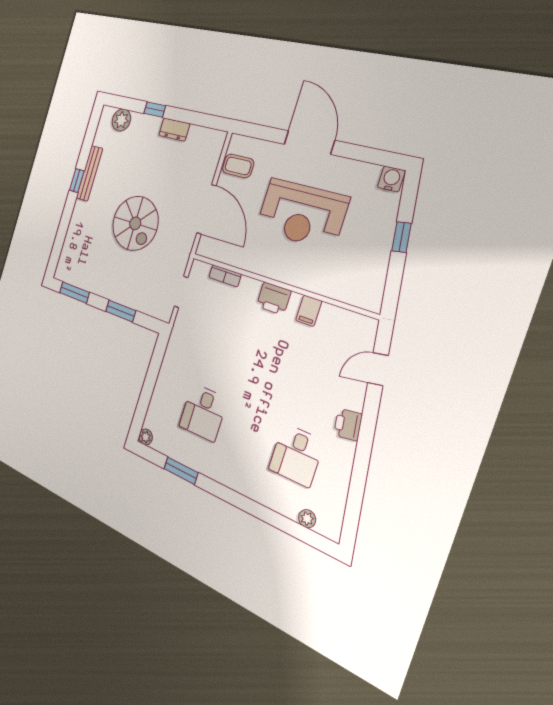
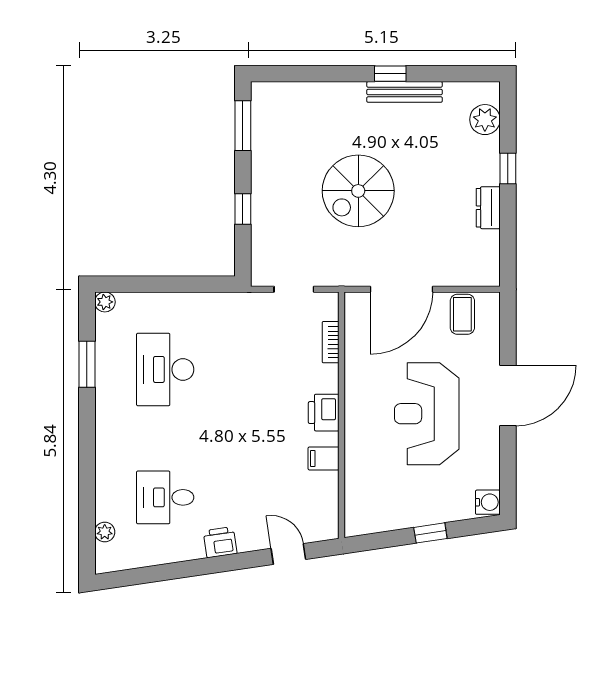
window: (121, 311) -> (243, 209), width x0.67
desk: (203, 412) -> (165, 369), width x1.37

